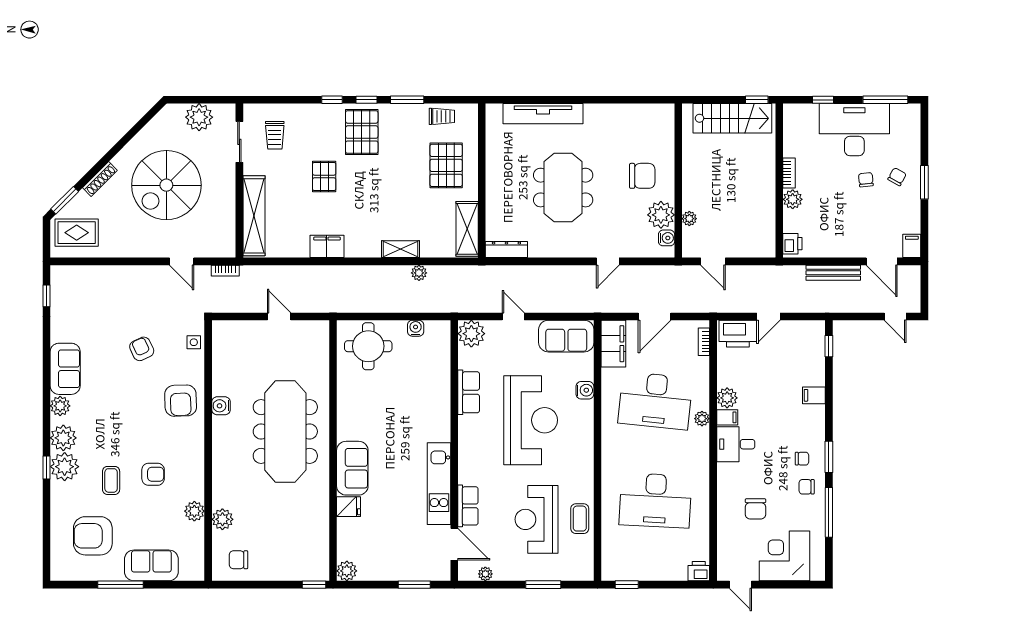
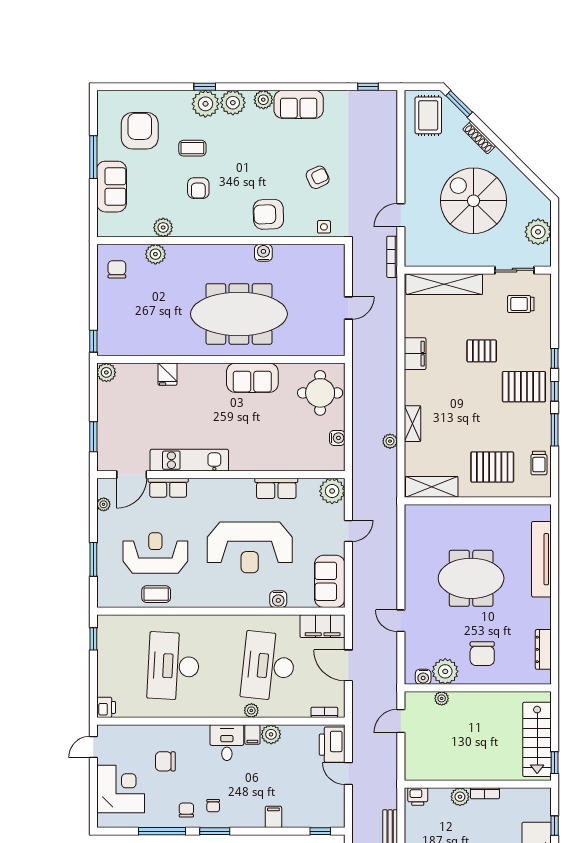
dresser: (506, 250) -> (543, 649), moved, turned 180
bookcase: (225, 271) -> (392, 257), width x1.56
sofa: (352, 468) -> (252, 378), moved

